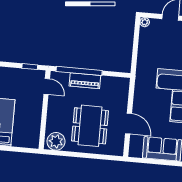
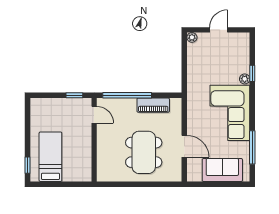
piano: (85, 81) -> (153, 105), moved
plant: (56, 141) -> (109, 172), removed

